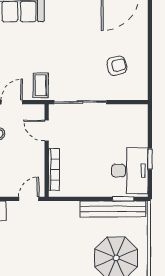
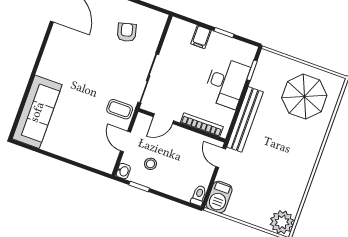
filing cabinet: (138, 139) -> (201, 37), added
desk: (130, 171) -> (226, 83), moved, turned 90
bench: (113, 209) -> (245, 119), moved

